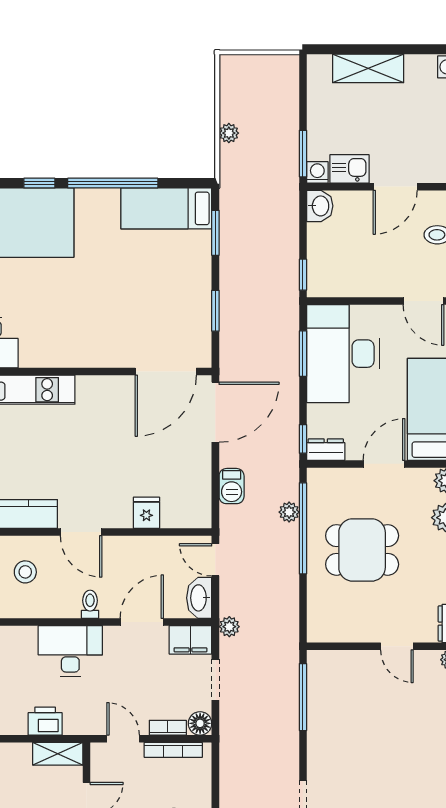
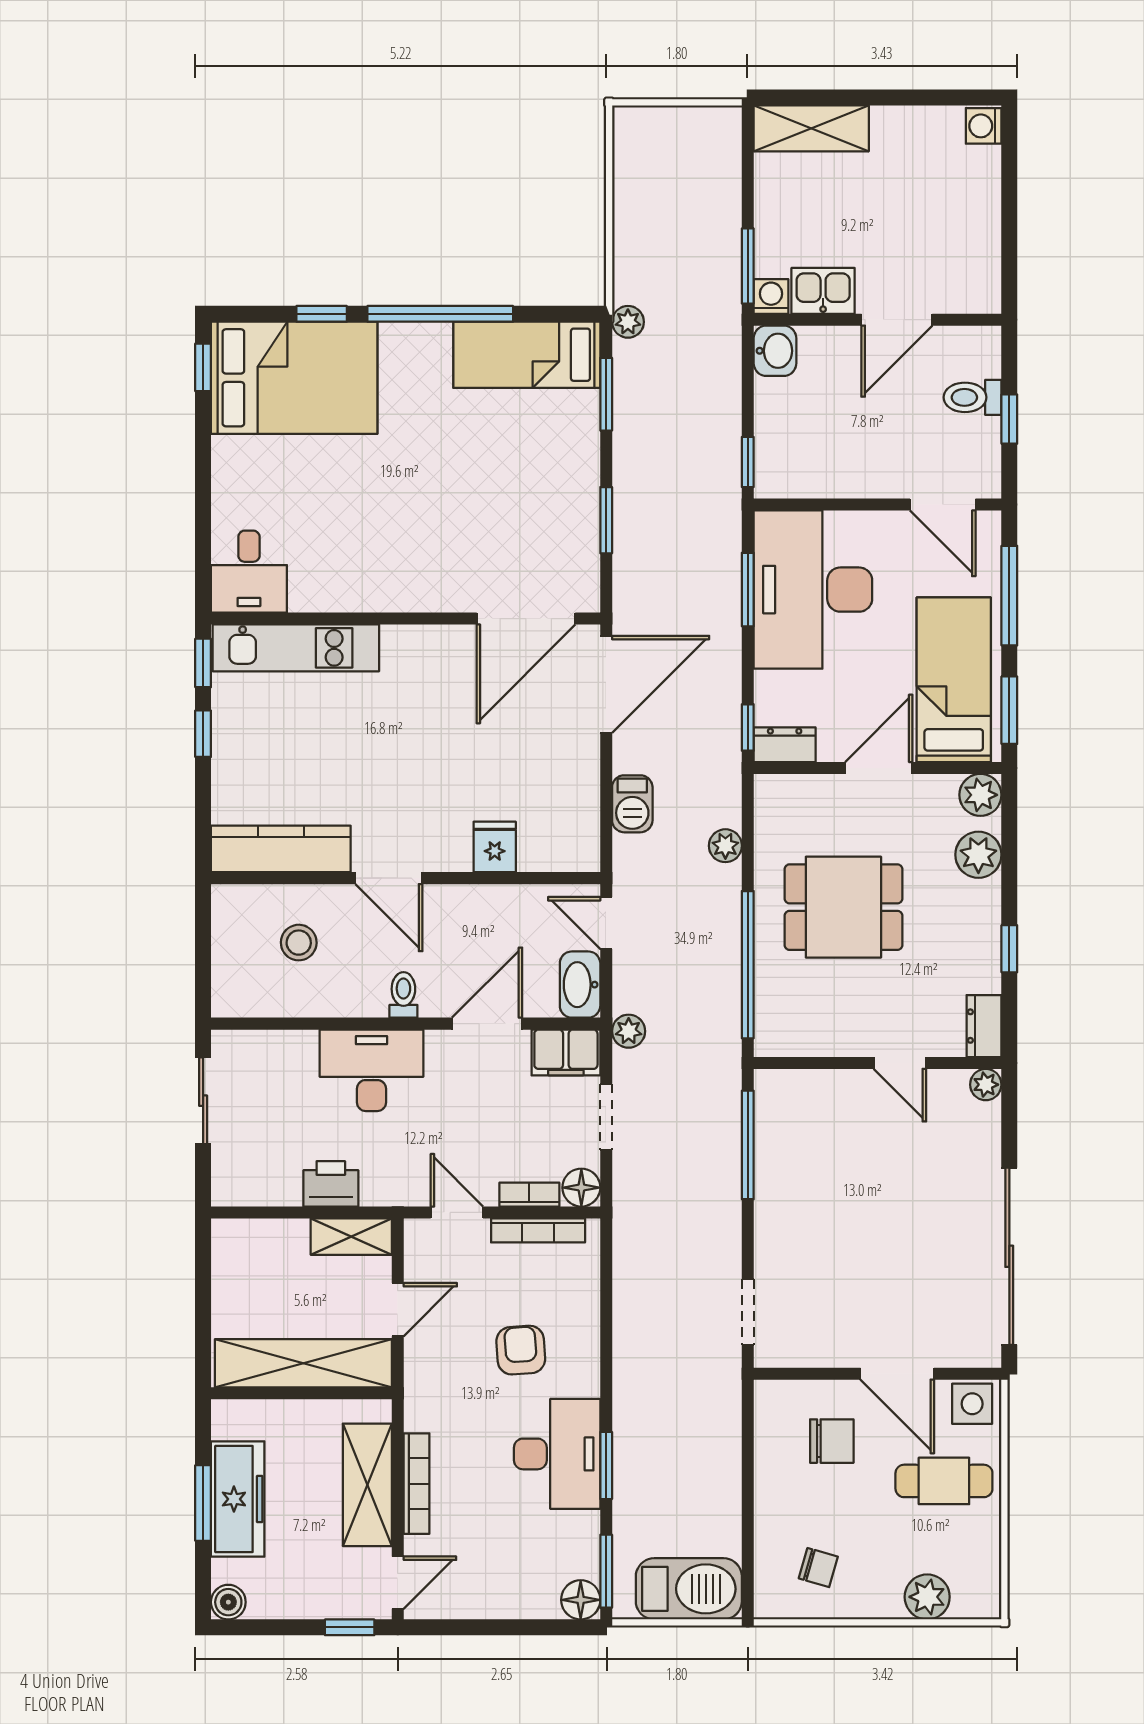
shelving: (368, 68) -> (811, 128), moved
plant: (229, 133) -> (628, 322), moved
window: (303, 528) -> (748, 965), moved

